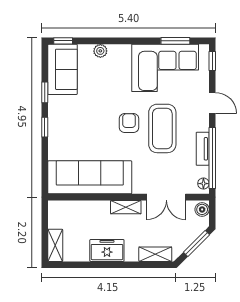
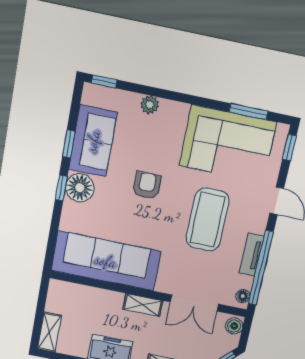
sofa: (63, 69) -> (93, 141), moved
armchair: (129, 123) -> (147, 186), moved
floor lamp: (59, 124) -> (80, 188), added

